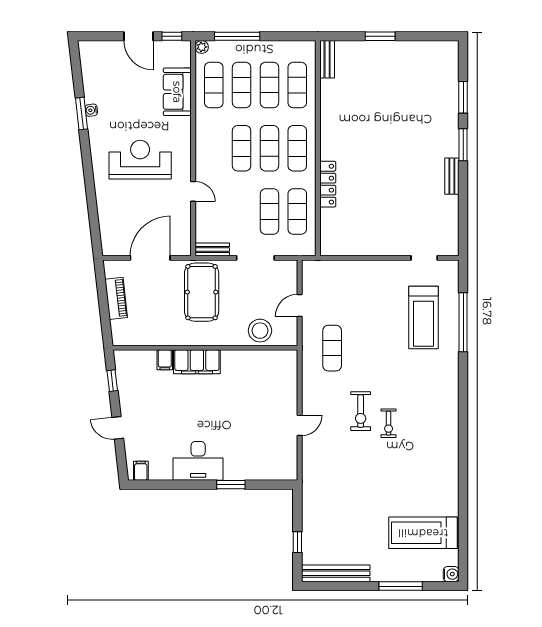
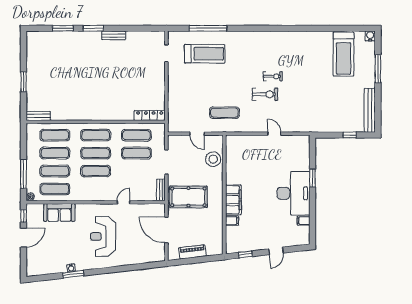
locker: (328, 184) -> (150, 115), moved
desk: (198, 461) -> (293, 193), width x1.36, depth x1.30
filing cabinet: (141, 471) -> (304, 221), moved

